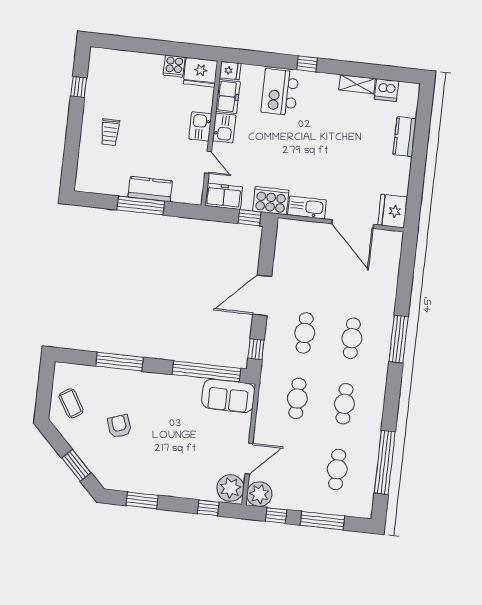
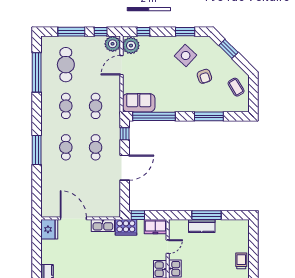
trolley: (110, 132) -> (241, 261), moved
door: (208, 162) -> (168, 247), swing flipped
side table: (145, 463) -> (186, 55), added
cafe table: (337, 469) -> (66, 65), width x1.37, depth x1.35

